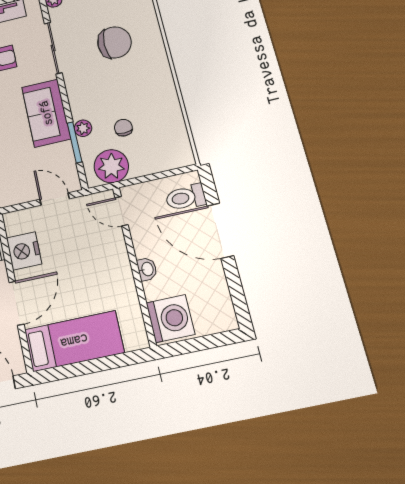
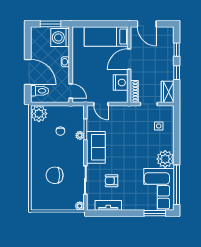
plant: (111, 166) -> (39, 114), moved
window: (199, 344) -> (50, 24), added

